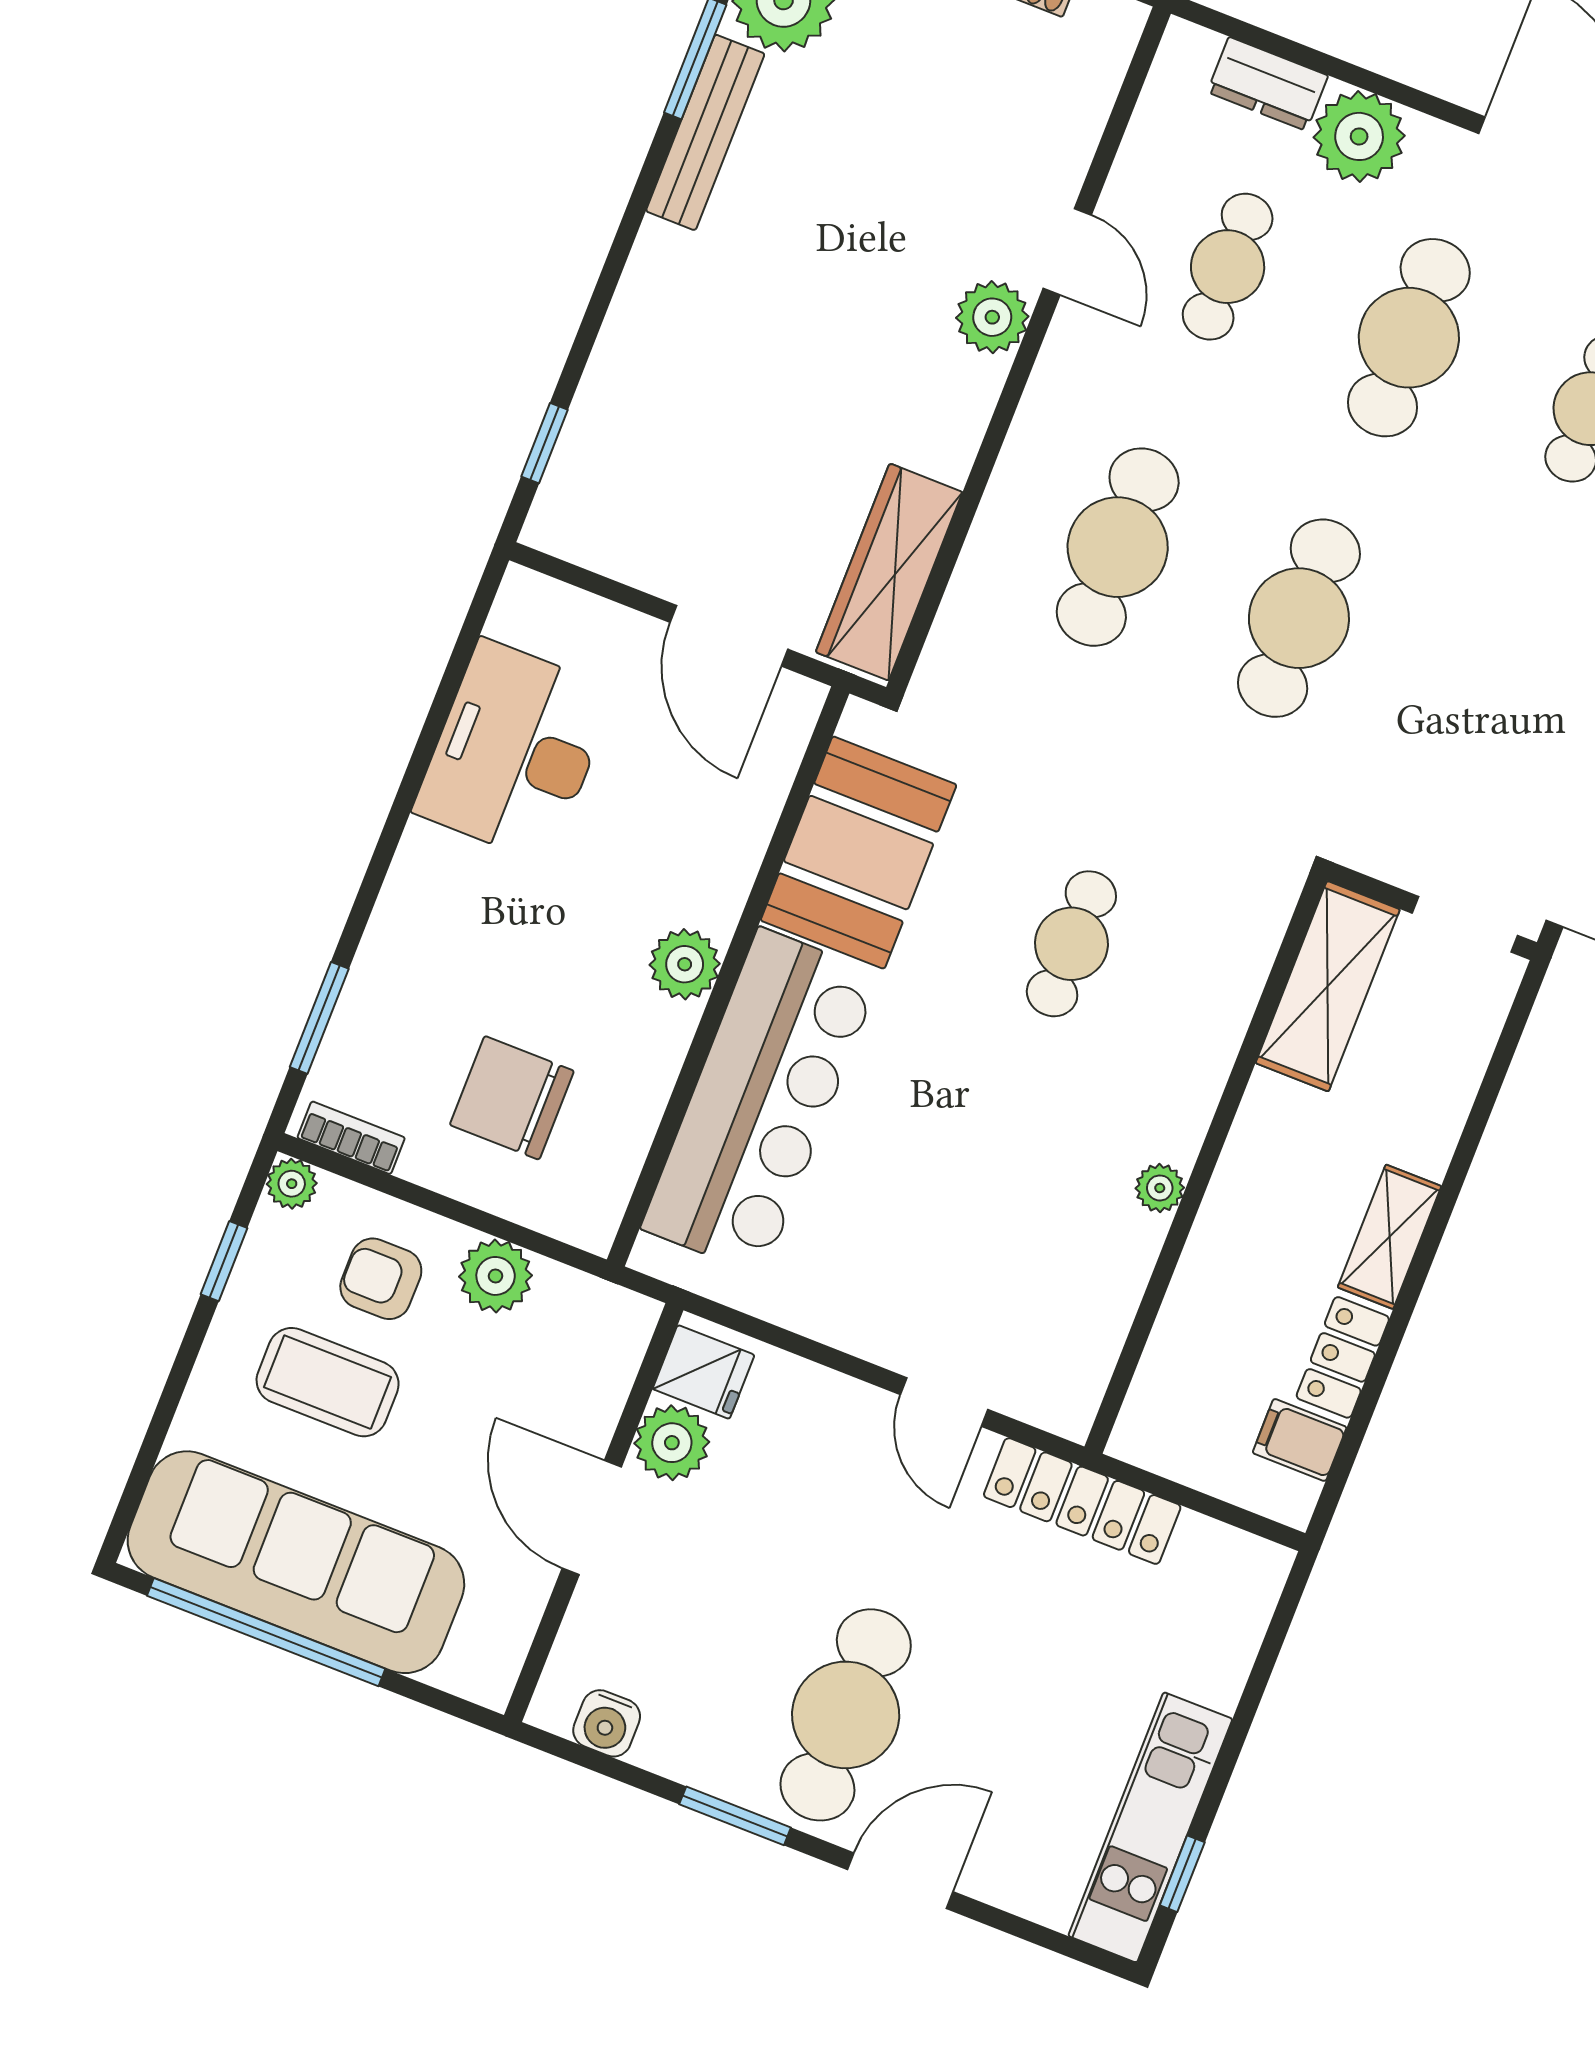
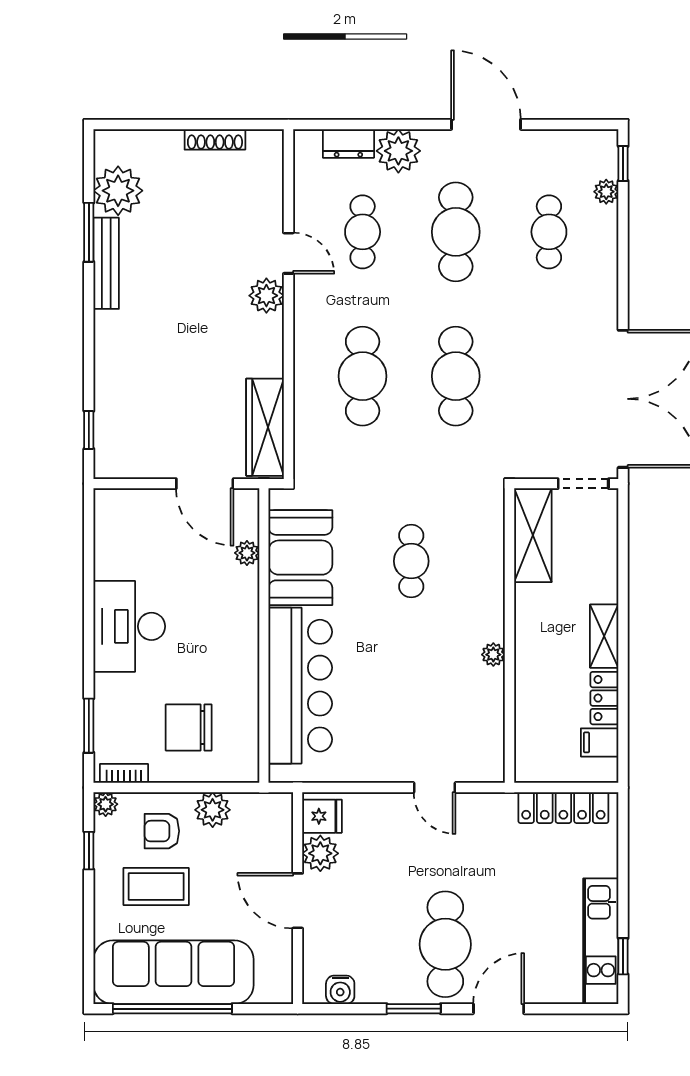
desk: (515, 751) -> (129, 626), moved
plant: (685, 964) -> (247, 553), moved, width x0.73, depth x0.73
locker: (1082, 1501) -> (563, 808), moved

